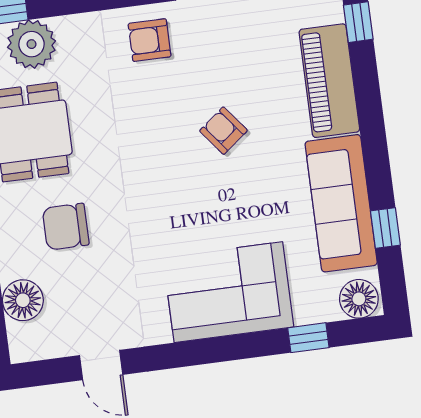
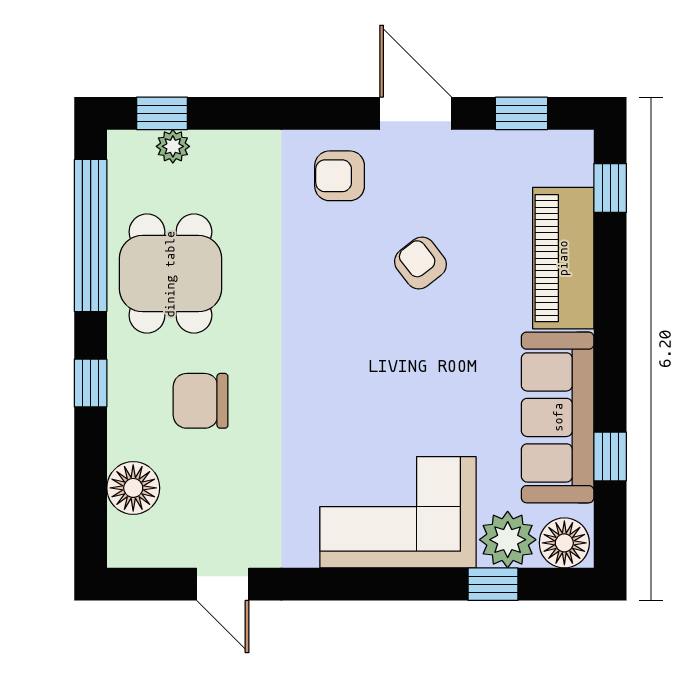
plant: (32, 44) -> (173, 146), width x0.53, depth x0.53
armchair: (223, 131) -> (420, 263), moved
plant: (315, 302) -> (508, 540), added

